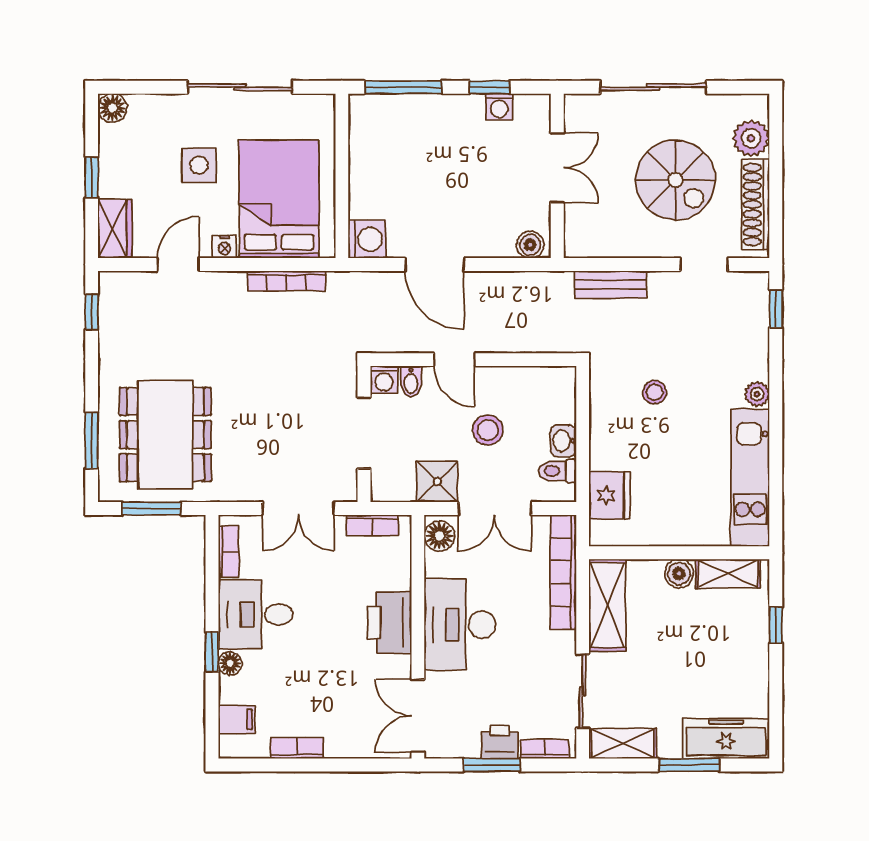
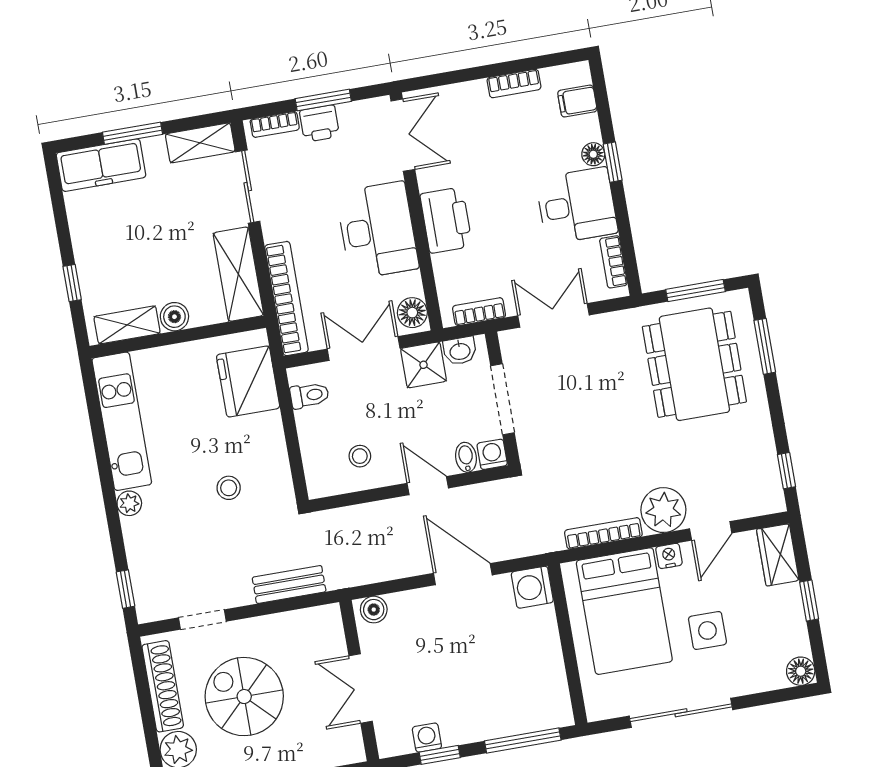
plant: (222, 294) -> (663, 510), added
stool: (488, 430) -> (360, 456), moved, width x0.73, depth x0.73
washbasin: (563, 441) -> (460, 351), moved, turned 90
fridge: (609, 496) -> (248, 382), width x1.36, depth x1.34

